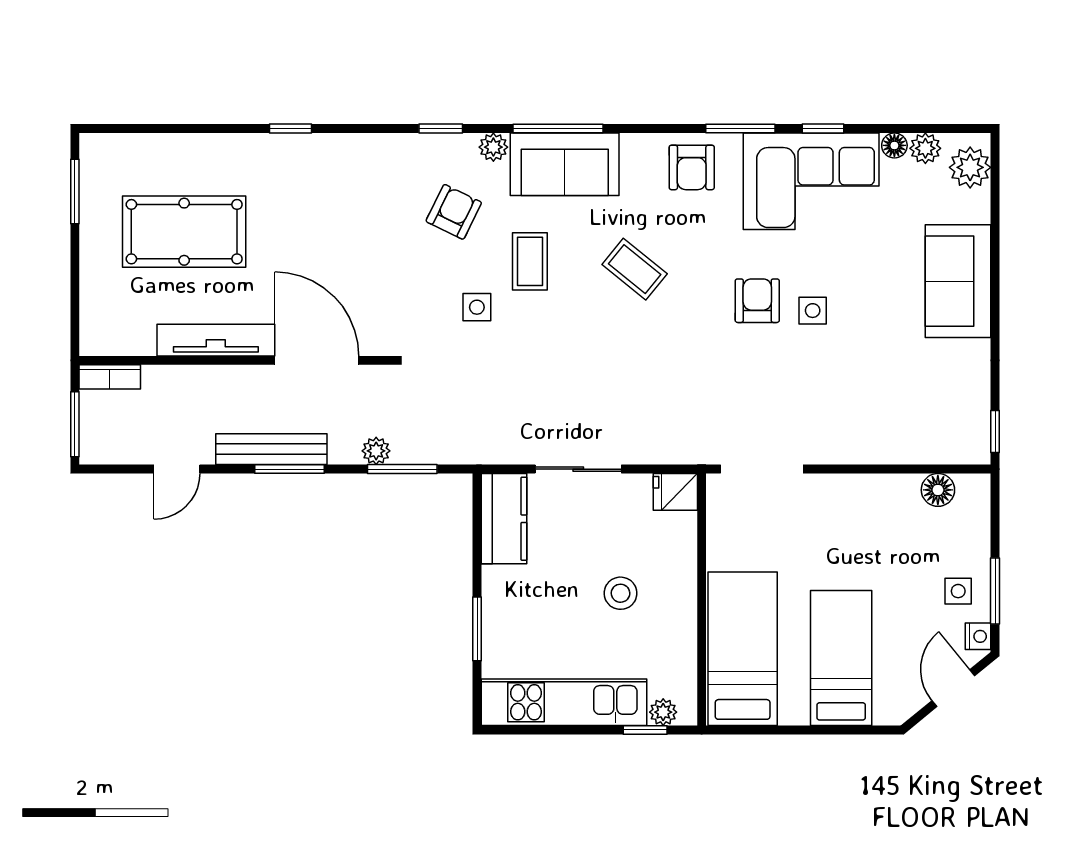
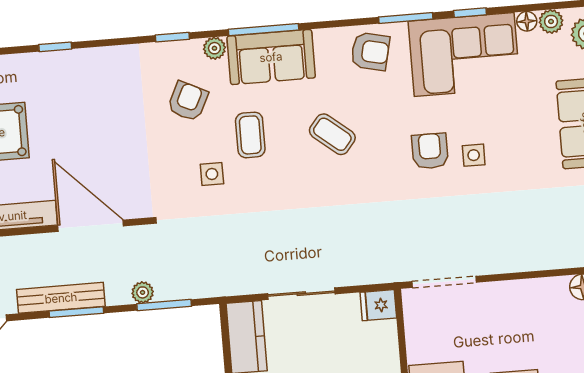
armchair: (692, 167) -> (370, 51), turned -77

